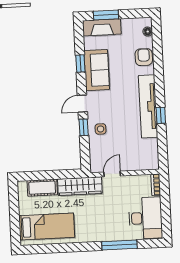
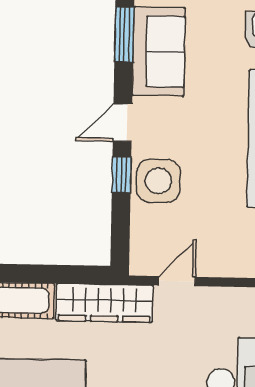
window: (80, 64) -> (124, 35), width x1.50
side table: (101, 129) -> (158, 181), width x1.87, depth x1.87

